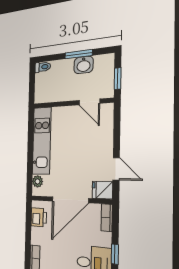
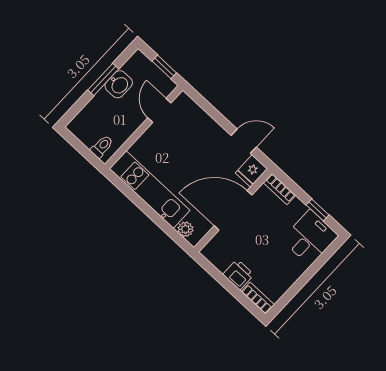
toilet: (43, 67) -> (102, 147), moved
door: (89, 102) -> (159, 110), swing flipped
door: (70, 200) -> (233, 210), swing flipped
printer: (39, 217) -> (238, 275), moved

